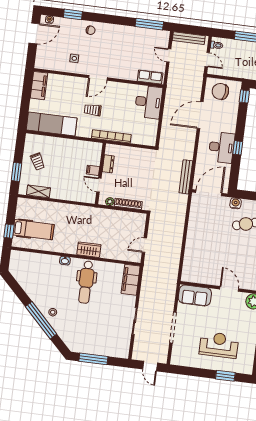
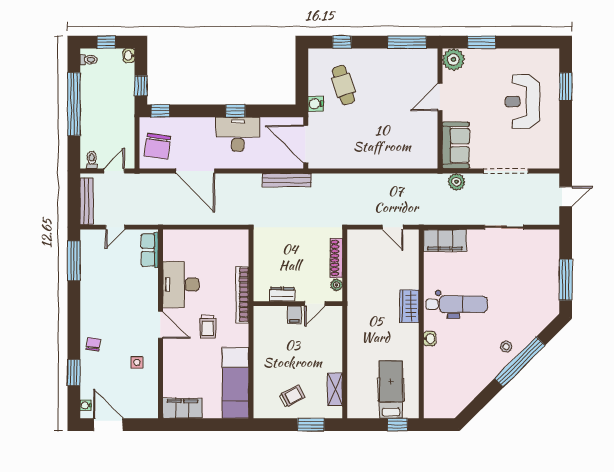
desk: (148, 102) -> (181, 284), moved, turned -90
plant: (170, 293) -> (456, 182), added

